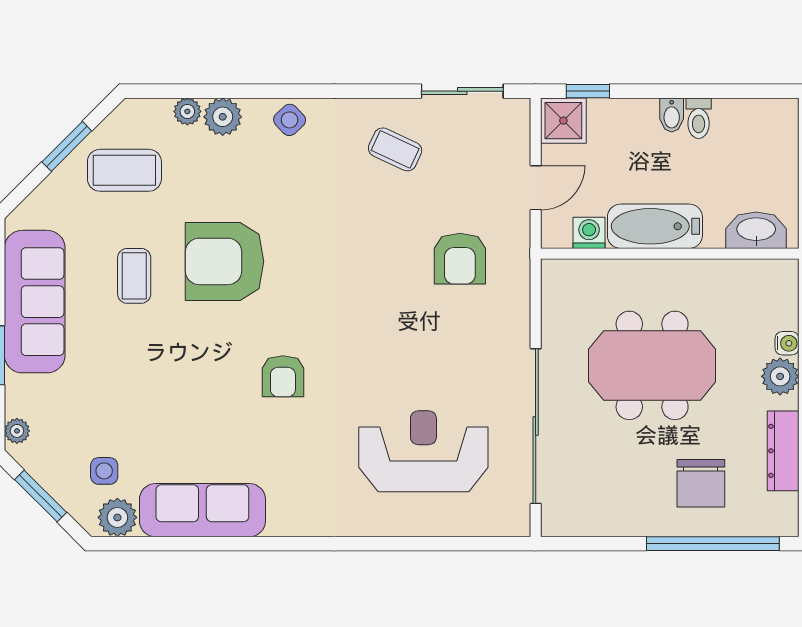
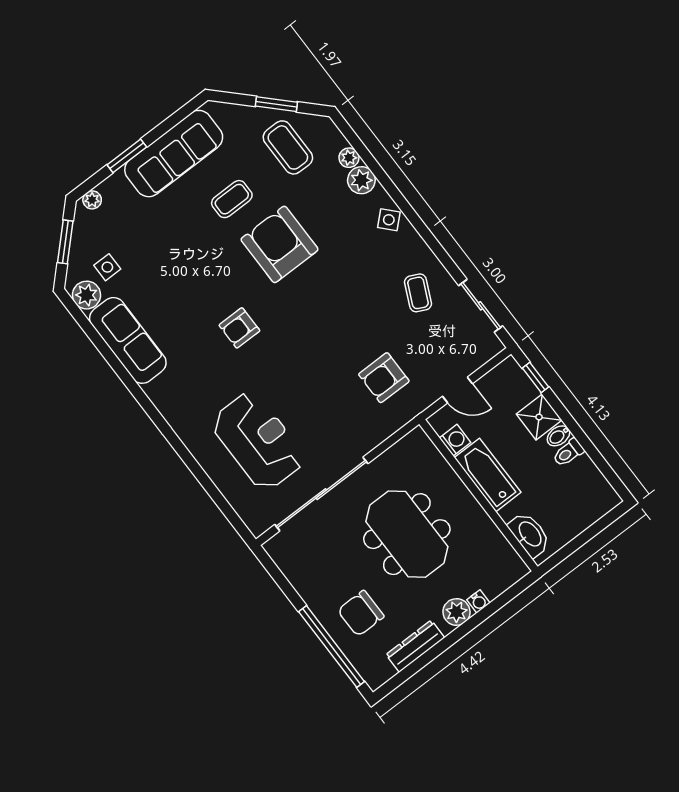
shower: (563, 121) -> (539, 417), moved

